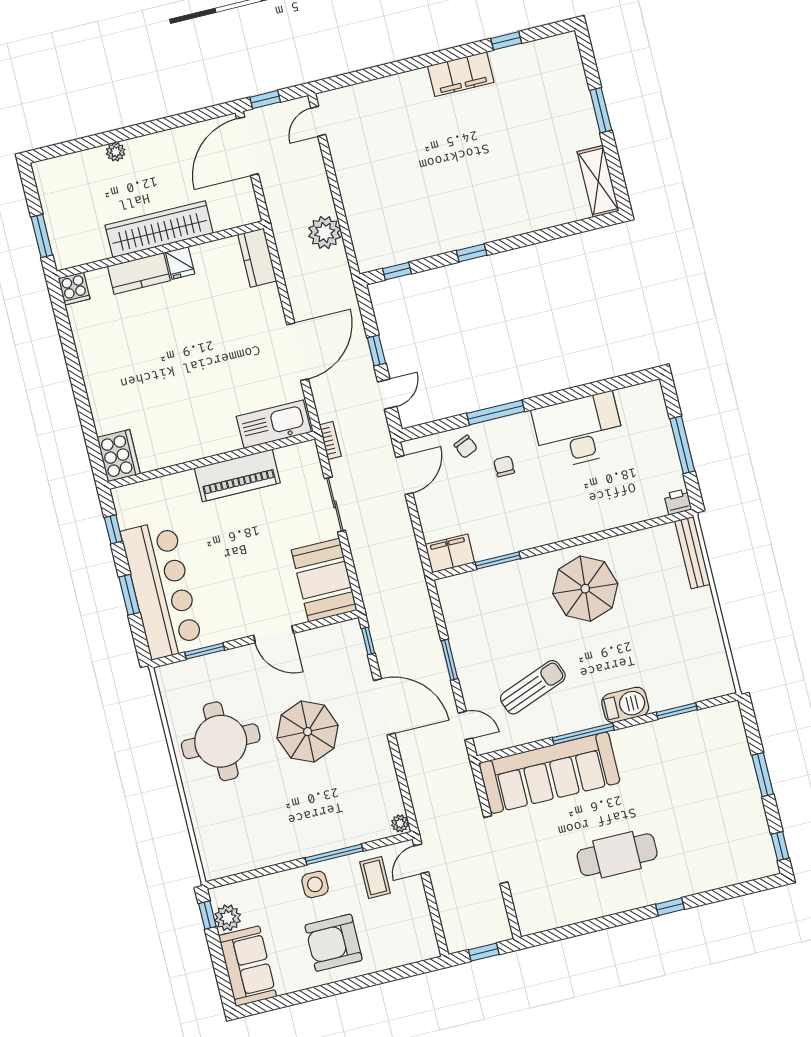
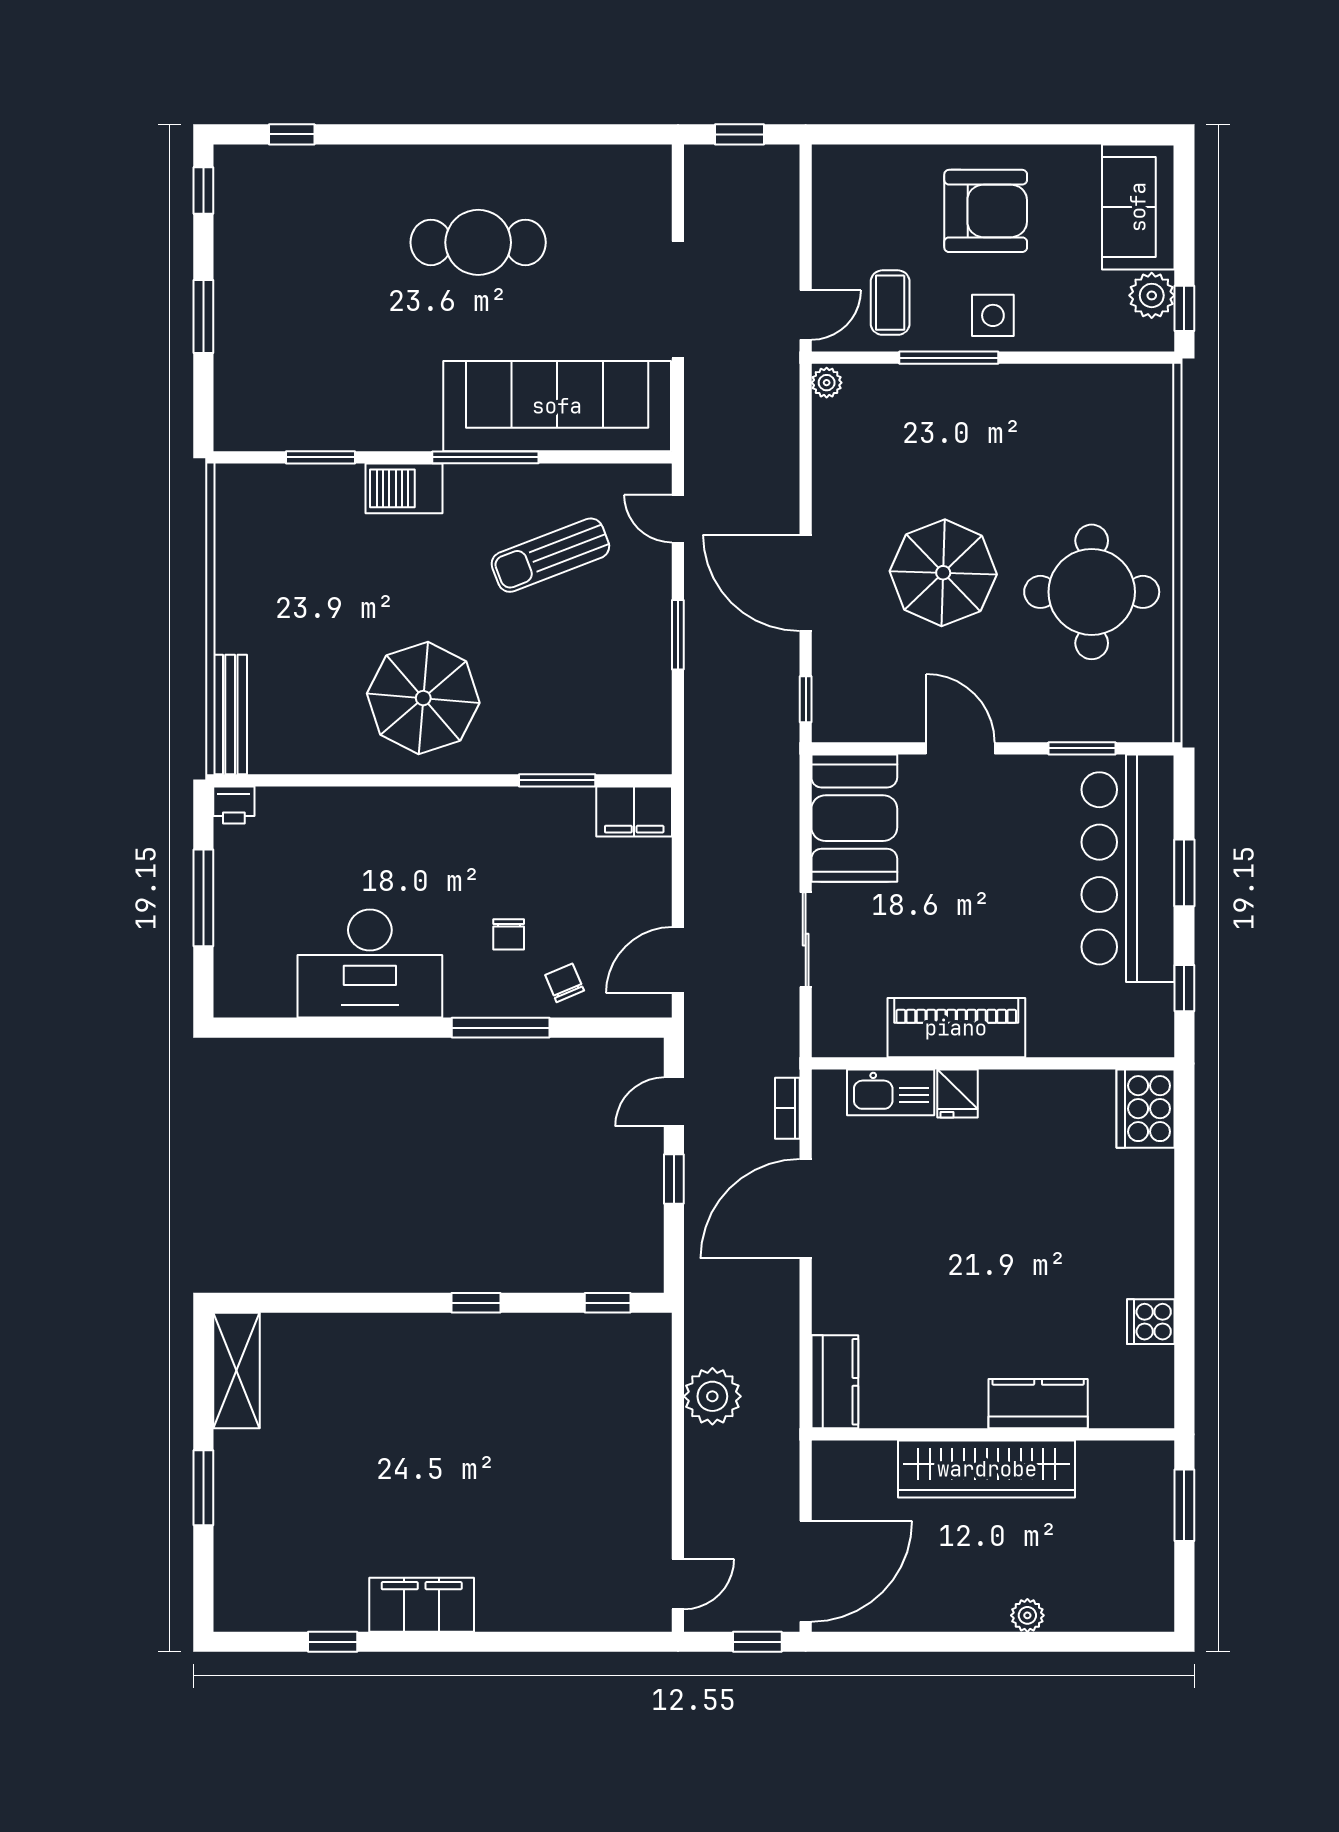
fridge: (180, 263) -> (958, 1094), moved, turned 180
cooker: (74, 289) -> (1151, 1322), moved, turned -90
kitchen sink: (274, 424) -> (891, 1092), width x0.73, depth x0.81
bookcase: (330, 440) -> (787, 1108), moved
window: (670, 907) -> (292, 134), moved

